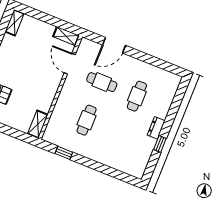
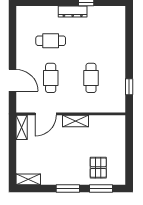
cafe table: (87, 120) -> (91, 78), turned 90
shelving: (38, 124) -> (75, 121), moved
dresser: (156, 128) -> (73, 12), width x1.44

